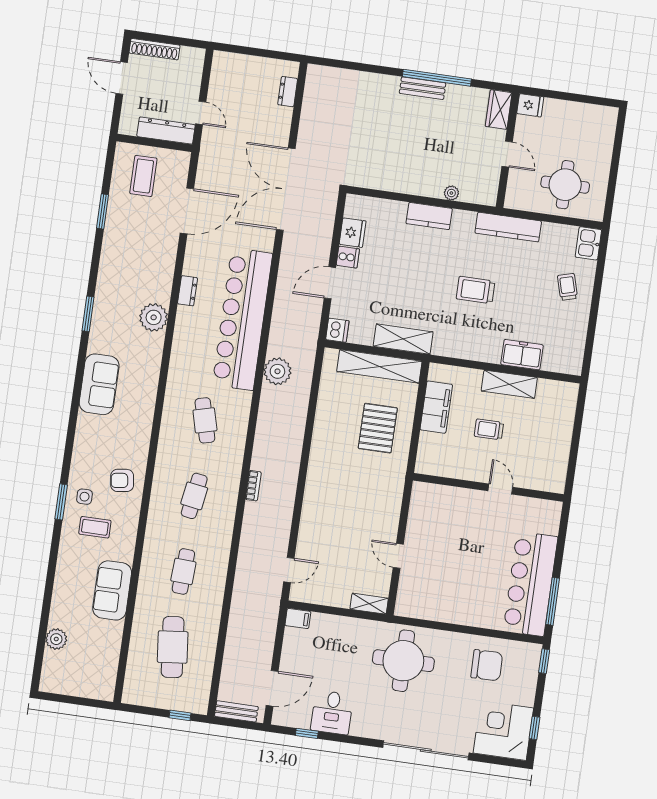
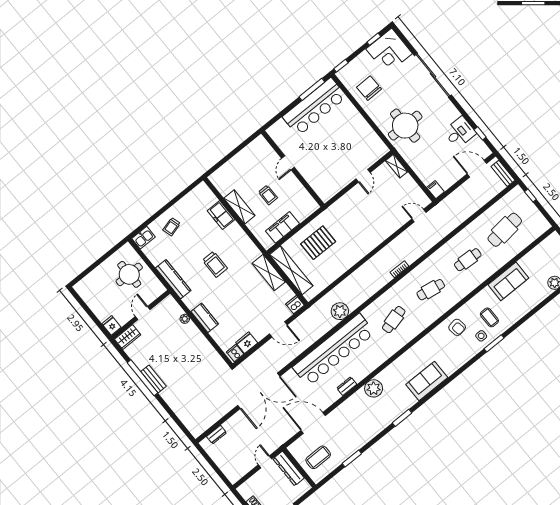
cooker: (348, 257) -> (235, 353), moved

